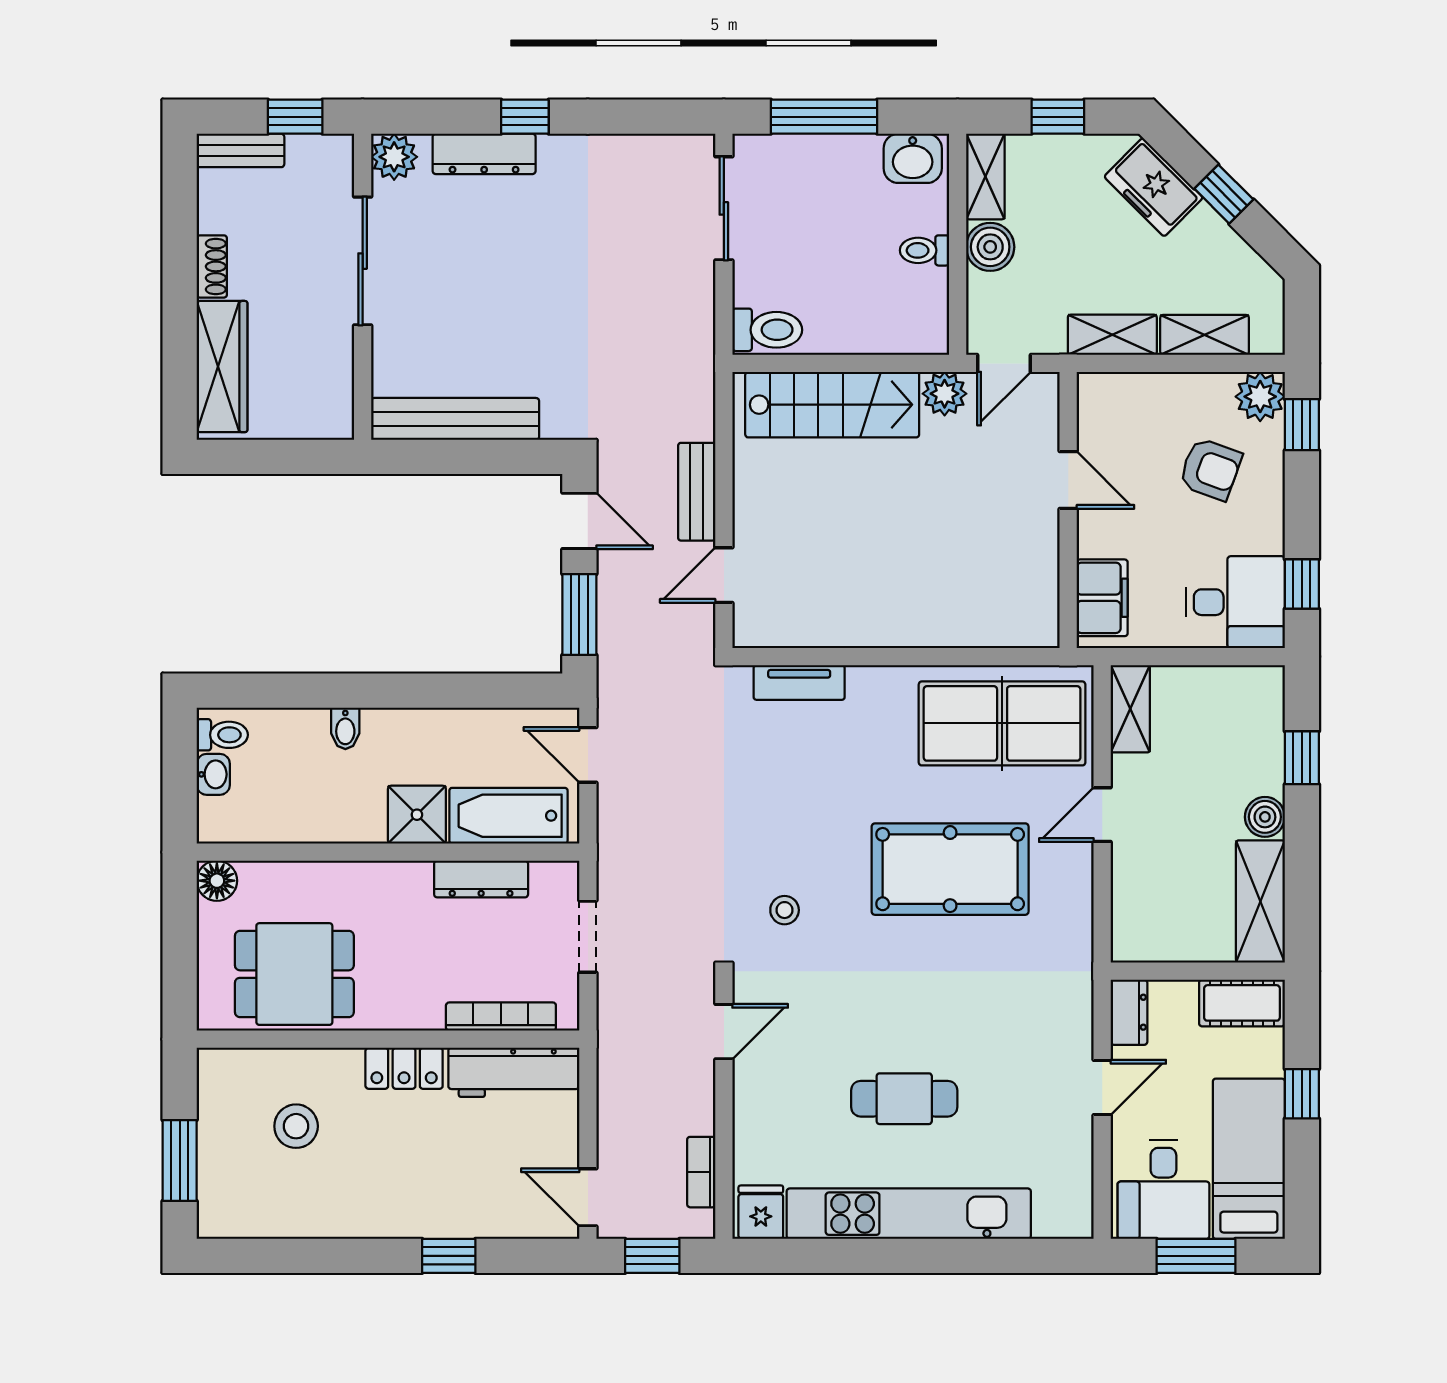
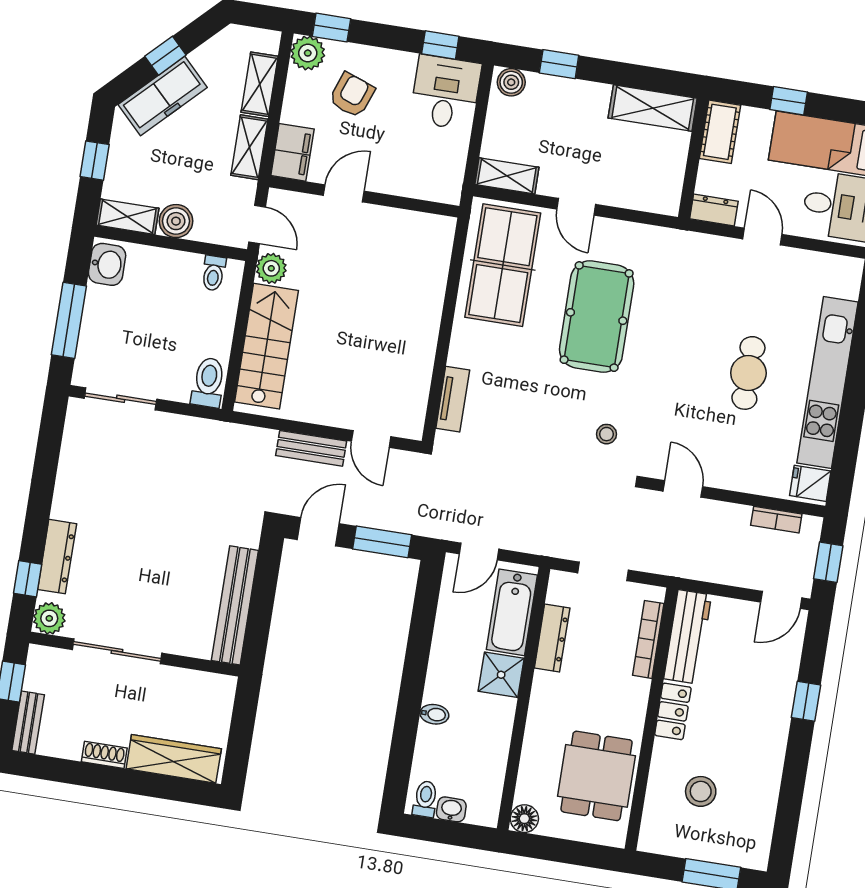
window: (525, 117) -> (28, 579), moved
freezer: (1154, 187) -> (163, 96), width x1.40
toilet: (924, 250) -> (214, 273), moved
filing cabinet: (1102, 598) -> (292, 152), moved, turned 90
boiler: (1265, 817) -> (511, 82), moved

